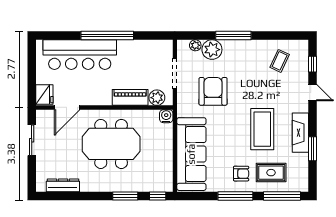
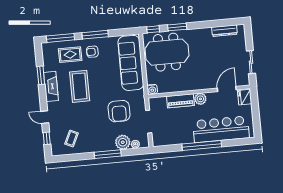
plant: (157, 98) -> (200, 99), moved
meeting table: (111, 144) -> (167, 52), moved

